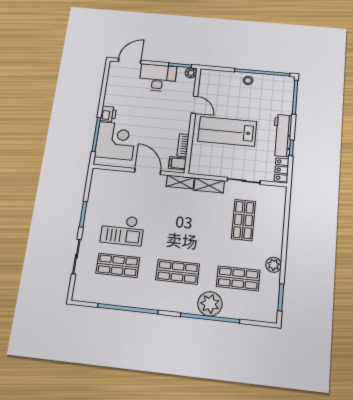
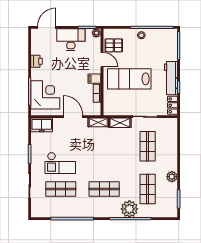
pallet: (212, 89) -> (114, 45), added
printer: (108, 114) -> (37, 61), moved
filing cabinet: (177, 163) -> (94, 79), moved
freezer: (105, 178) -> (42, 125), added
shop shelf: (238, 278) -> (148, 189), turned 90

